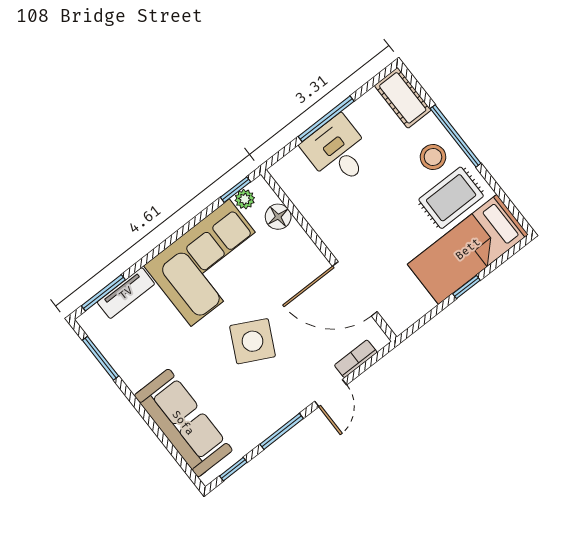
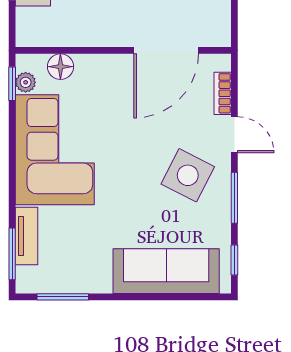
side table: (252, 341) -> (188, 175), moved

